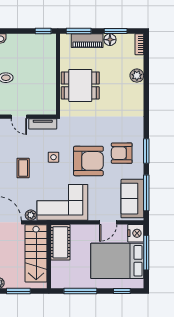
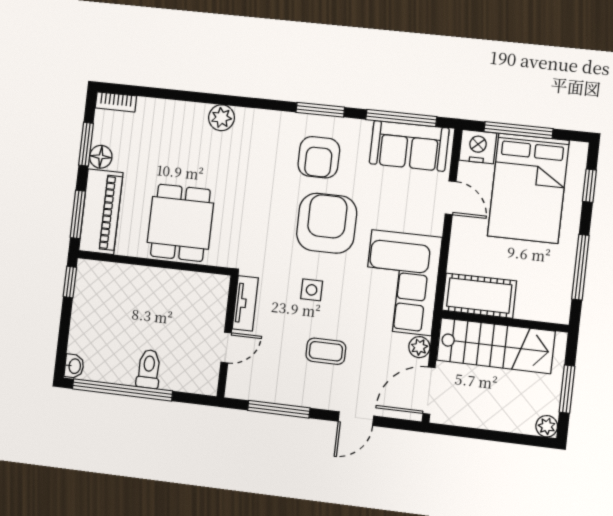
piano: (87, 41) -> (101, 212), width x1.37, depth x1.33
plant: (137, 76) -> (221, 118), moved

